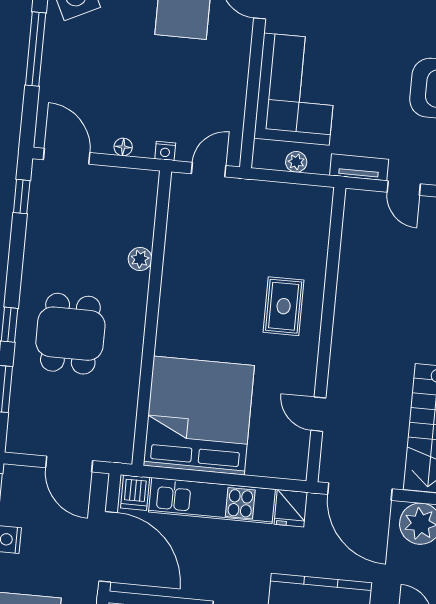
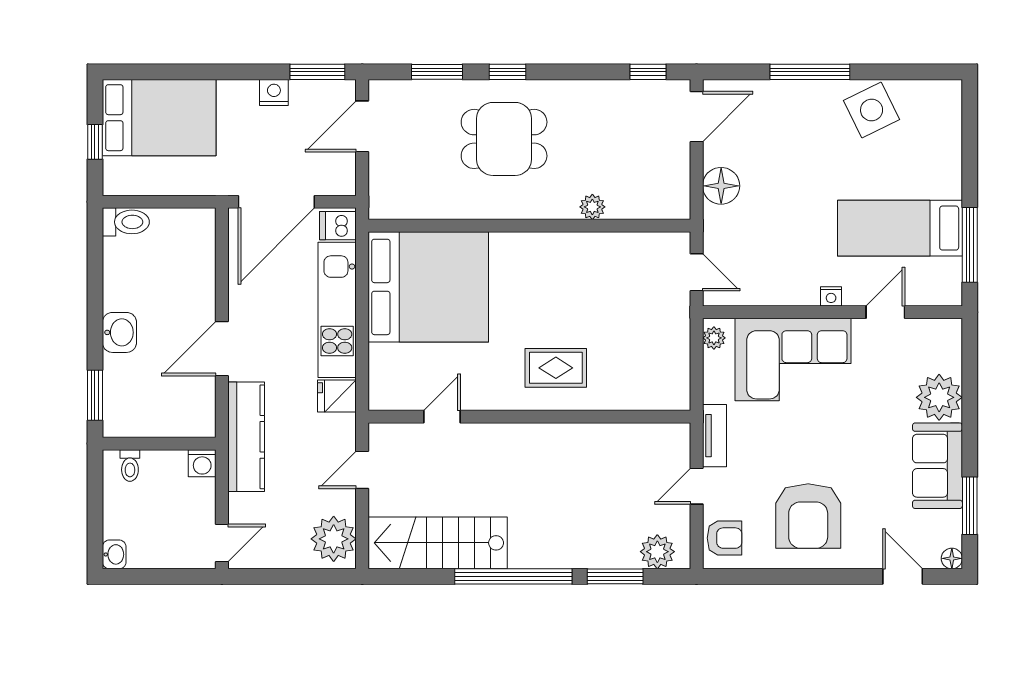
floor lamp: (123, 147) -> (721, 186), width x1.89, depth x1.89
nightstand: (165, 151) -> (831, 296), moved, turned -90
plant: (296, 162) -> (714, 338), moved
door: (69, 464) -> (362, 126), moved
door: (360, 492) -> (362, 470), width x0.53

